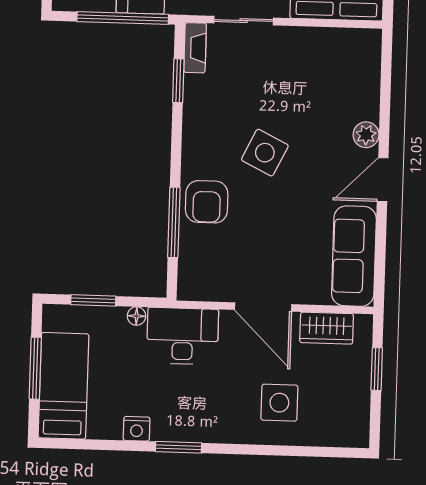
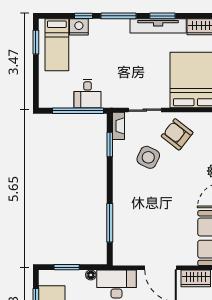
side table: (265, 153) -> (148, 157), moved
armchair: (207, 202) -> (177, 134), moved, turned 128

